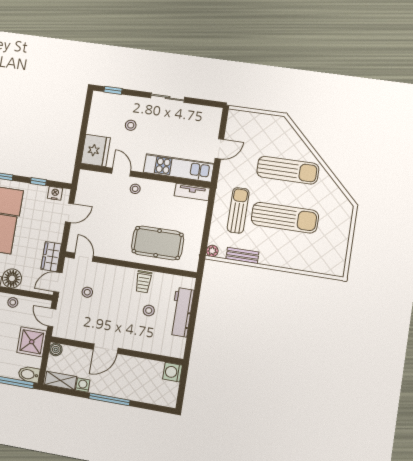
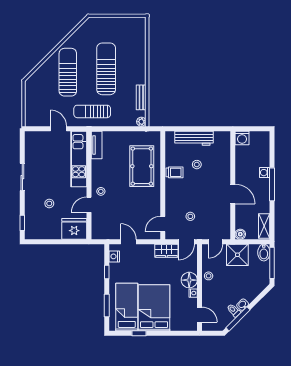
sun lounger: (238, 210) -> (92, 111), moved
door: (58, 282) -> (186, 242), hinge flipped
washing machine: (83, 385) -> (265, 173), moved

